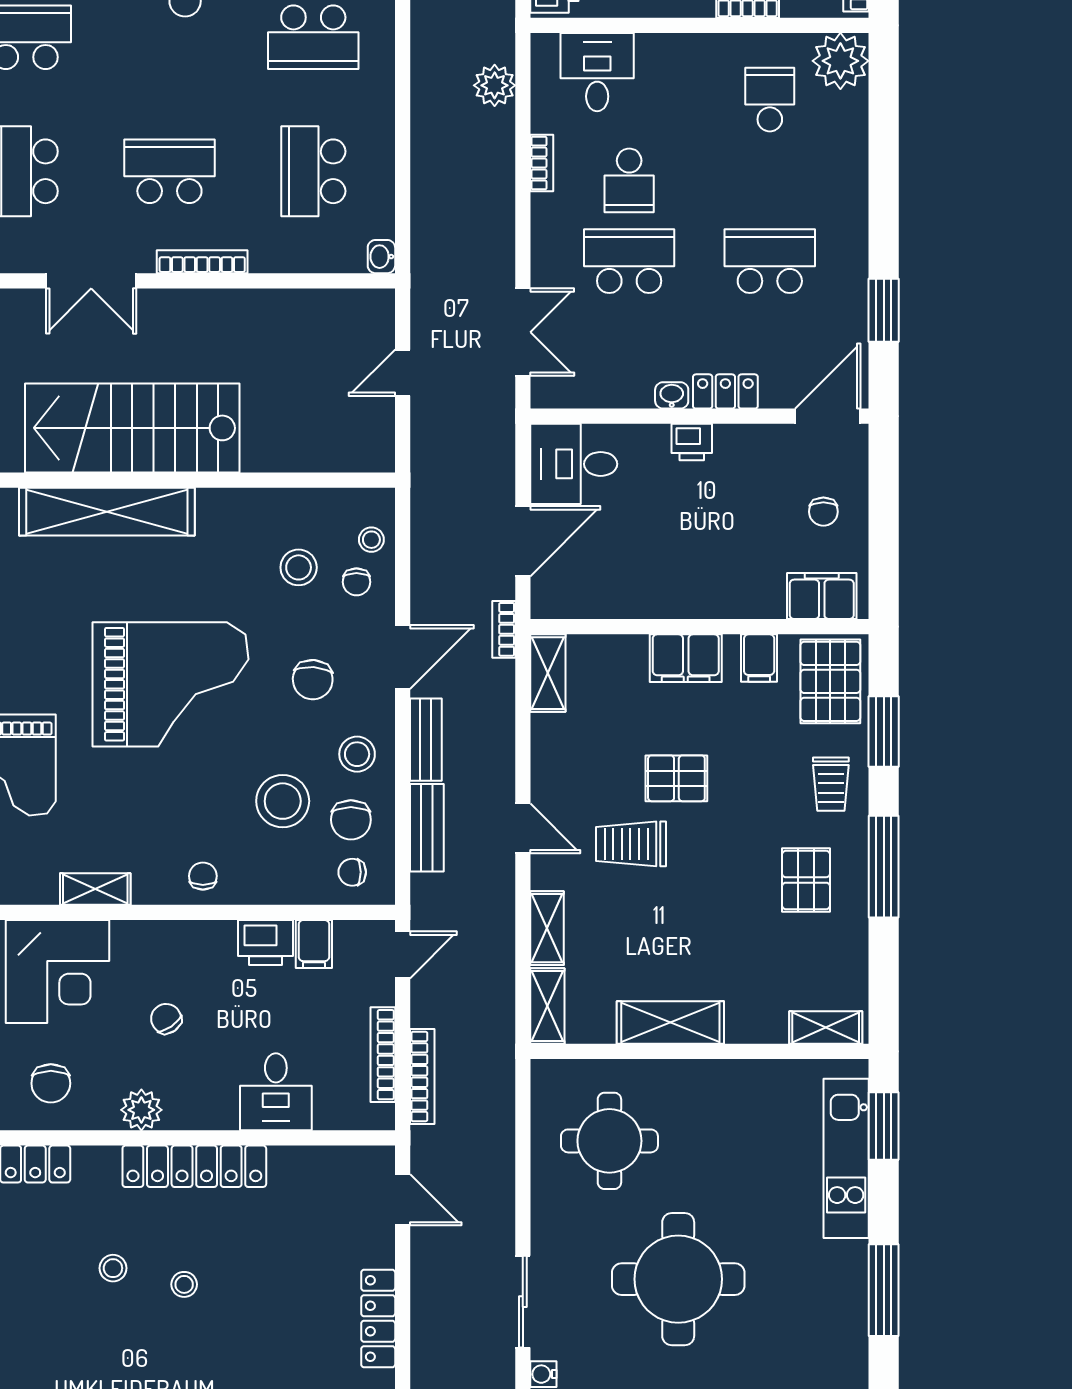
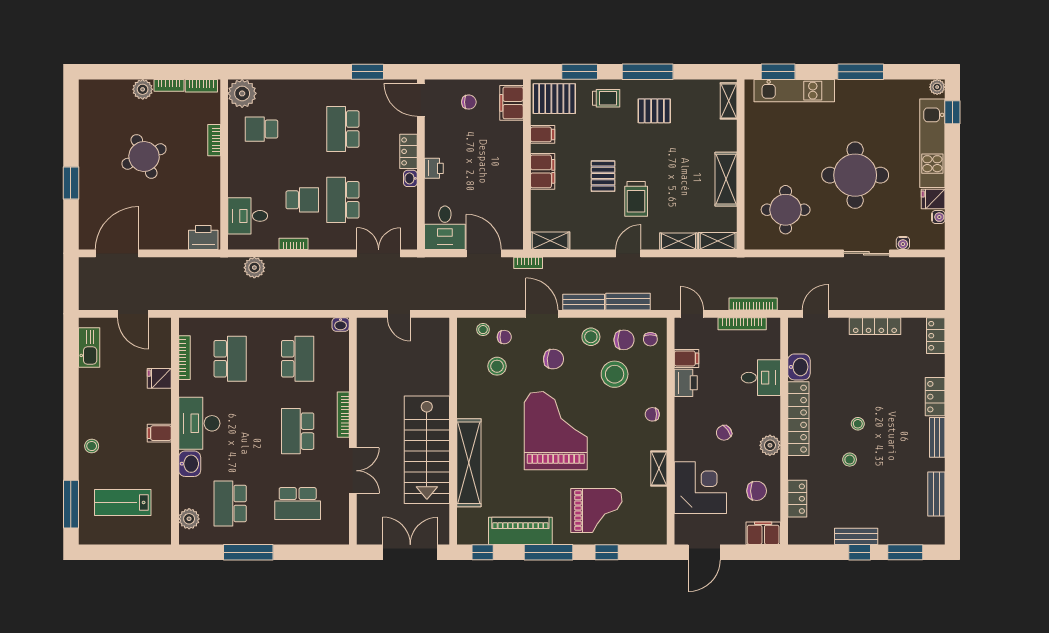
school desk: (313, 171) -> (298, 359), turned -90
washbasin: (297, 1167) -> (799, 367), added

